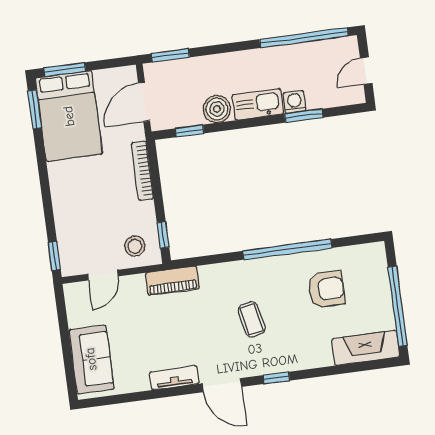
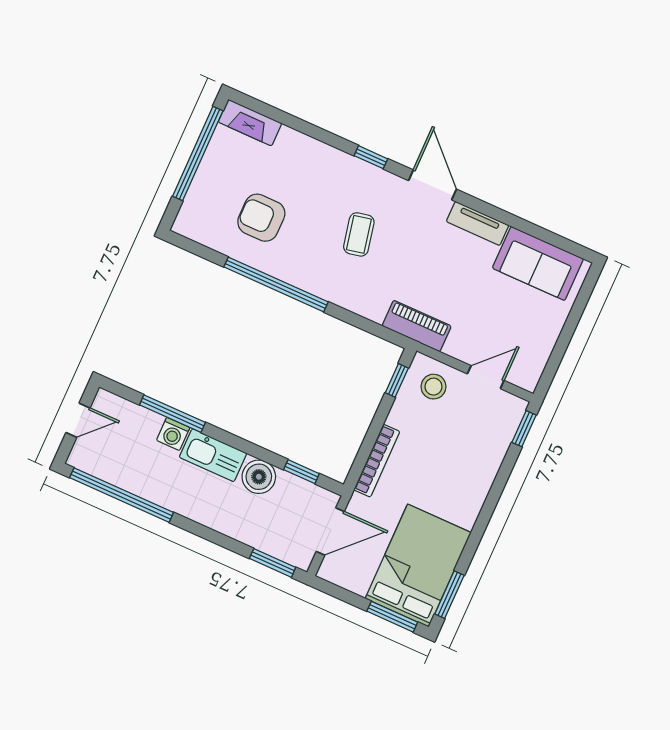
window: (304, 116) -> (172, 414), width x1.44
fireplace: (366, 348) -> (250, 123), width x0.73, depth x0.76
sofa: (91, 359) -> (538, 263), moved, turned -90

